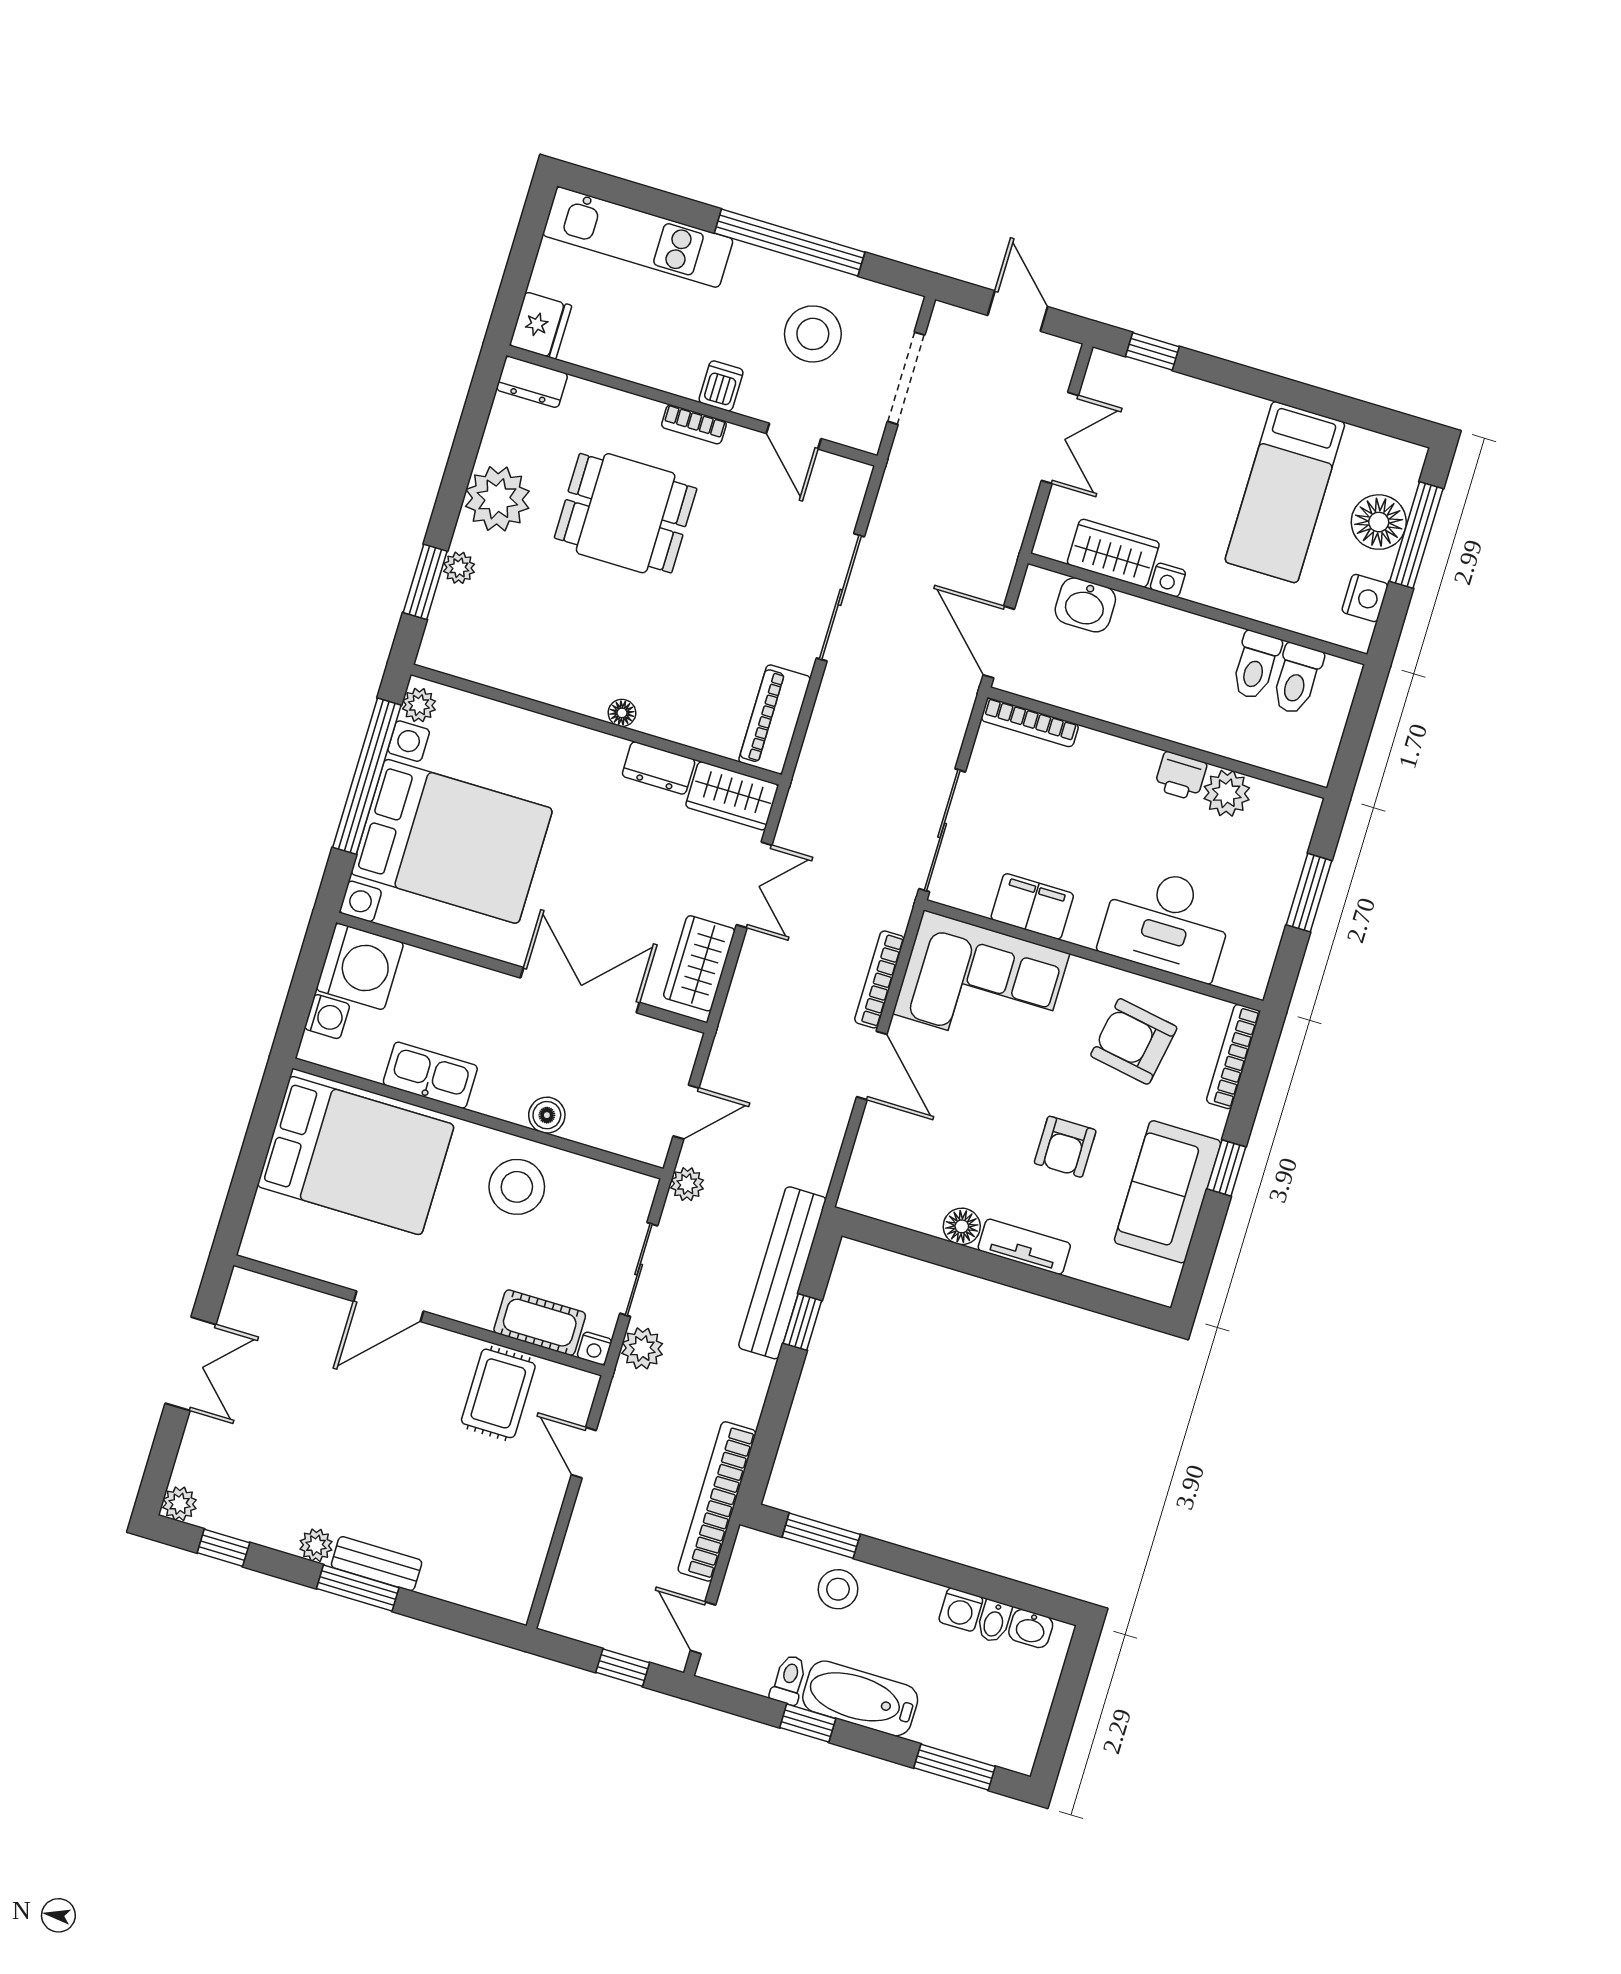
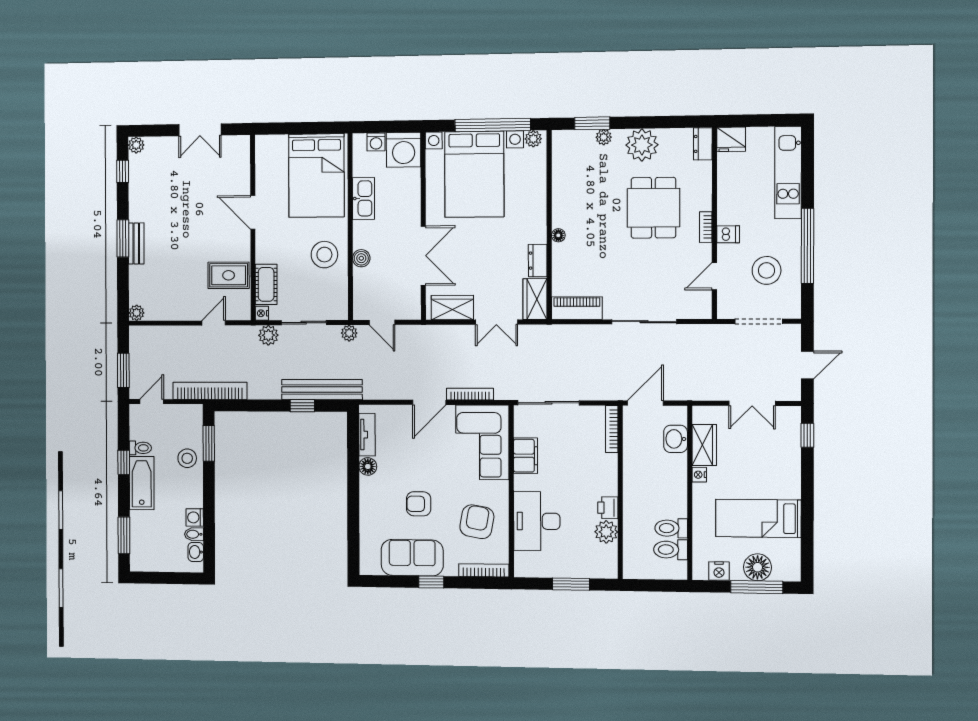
tv unit: (1024, 1247) -> (367, 435), moved
plant: (316, 1545) -> (137, 313), moved
window: (623, 1668) -> (123, 370), width x1.50

